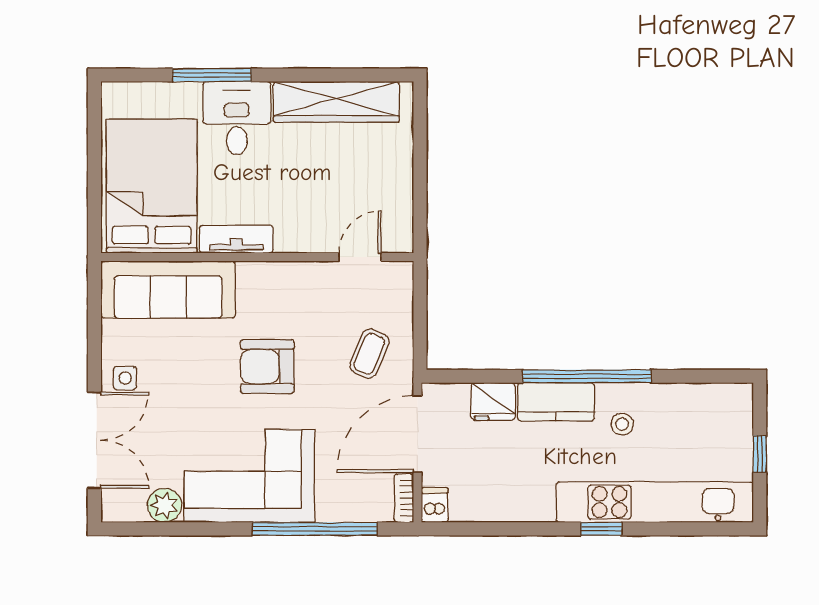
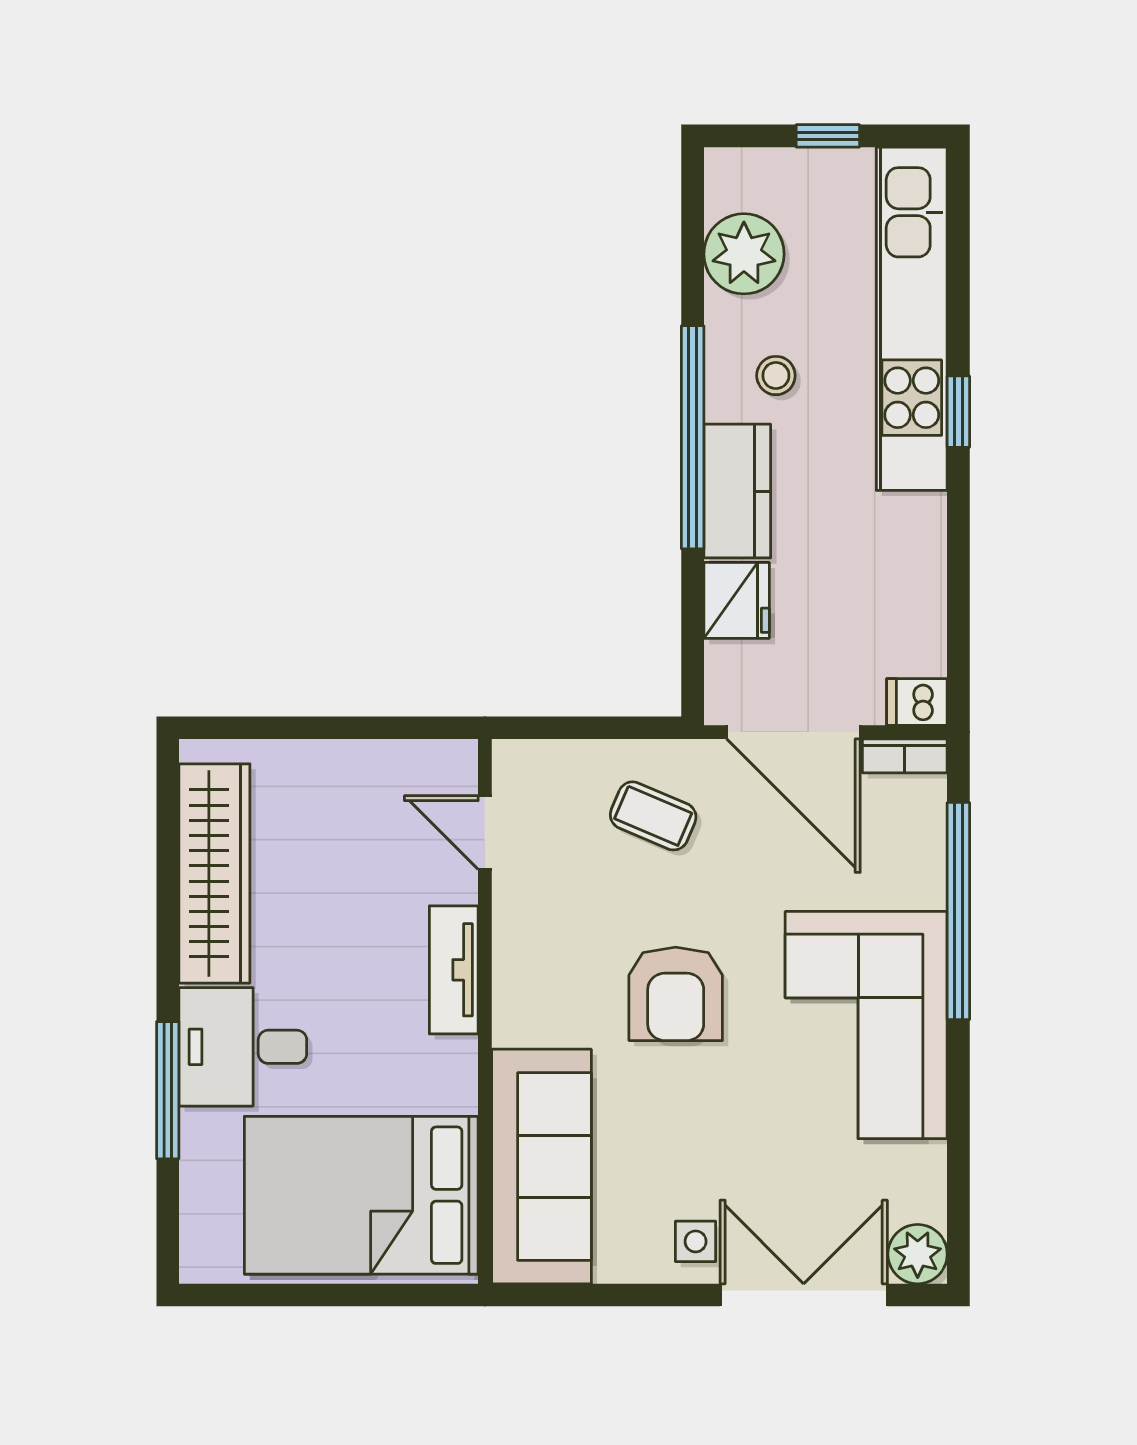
tv unit: (236, 239) -> (454, 970), moved
plant: (692, 406) -> (744, 254), added
plant: (164, 505) -> (918, 1254), moved

